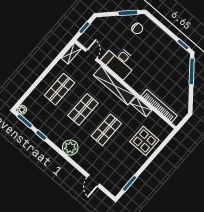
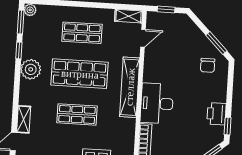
printer: (170, 46) -> (216, 114), added
desk: (119, 62) -> (157, 103), moved
shelving: (141, 107) -> (24, 119), moved
shop shelf: (83, 109) -> (80, 74), width x1.43, depth x1.36
plant: (70, 148) -> (31, 69), moved

